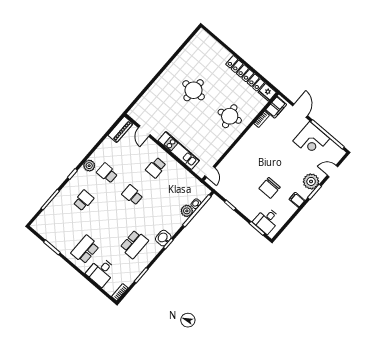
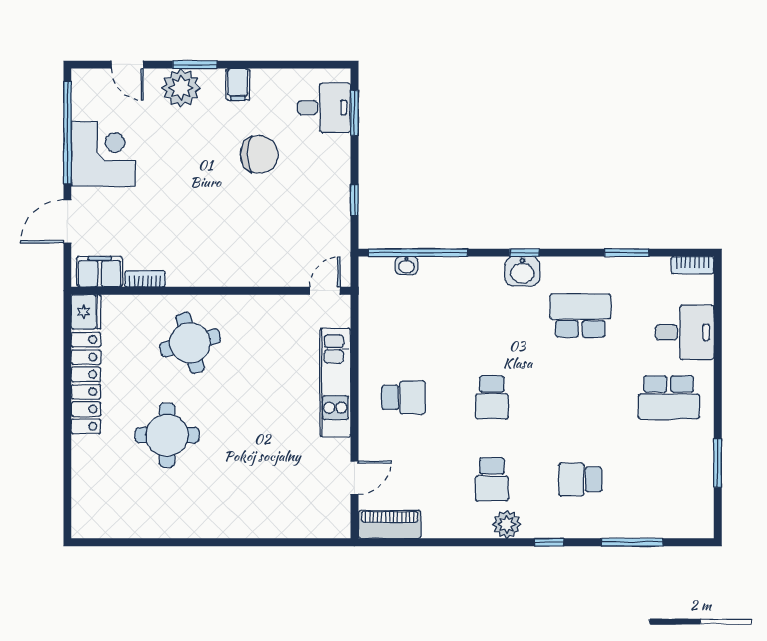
round table: (194, 90) -> (167, 435), moved
plant: (187, 211) -> (434, 271), removed

